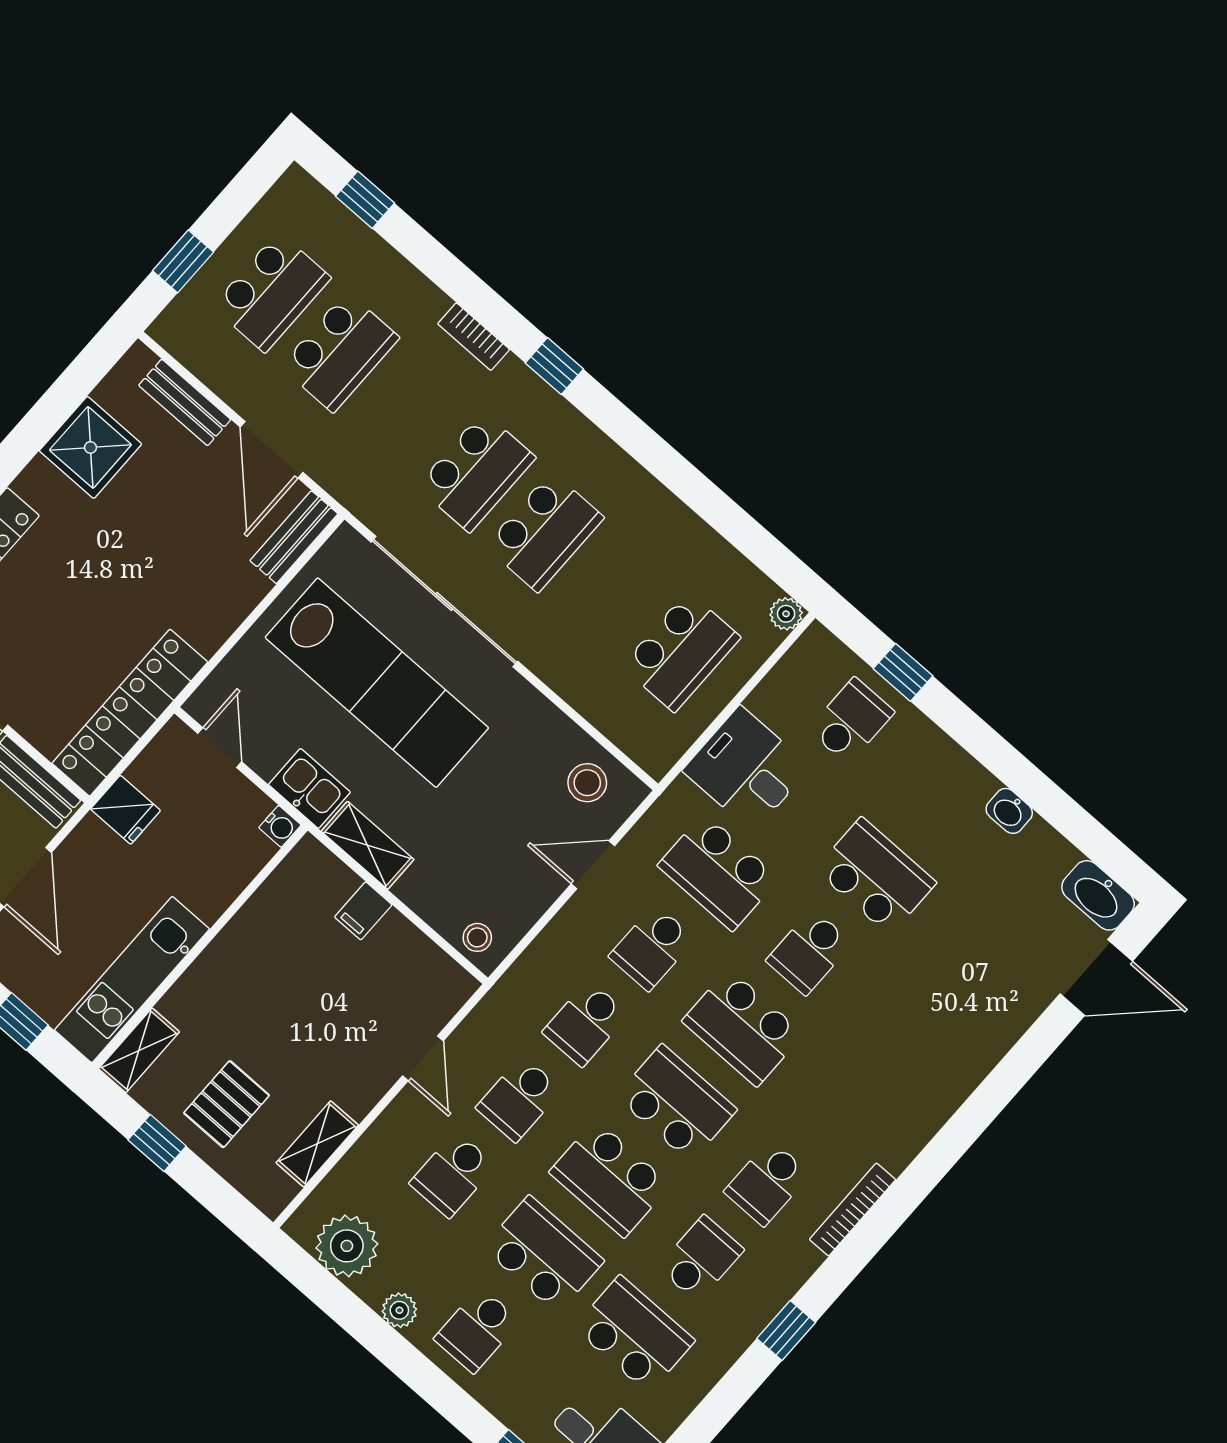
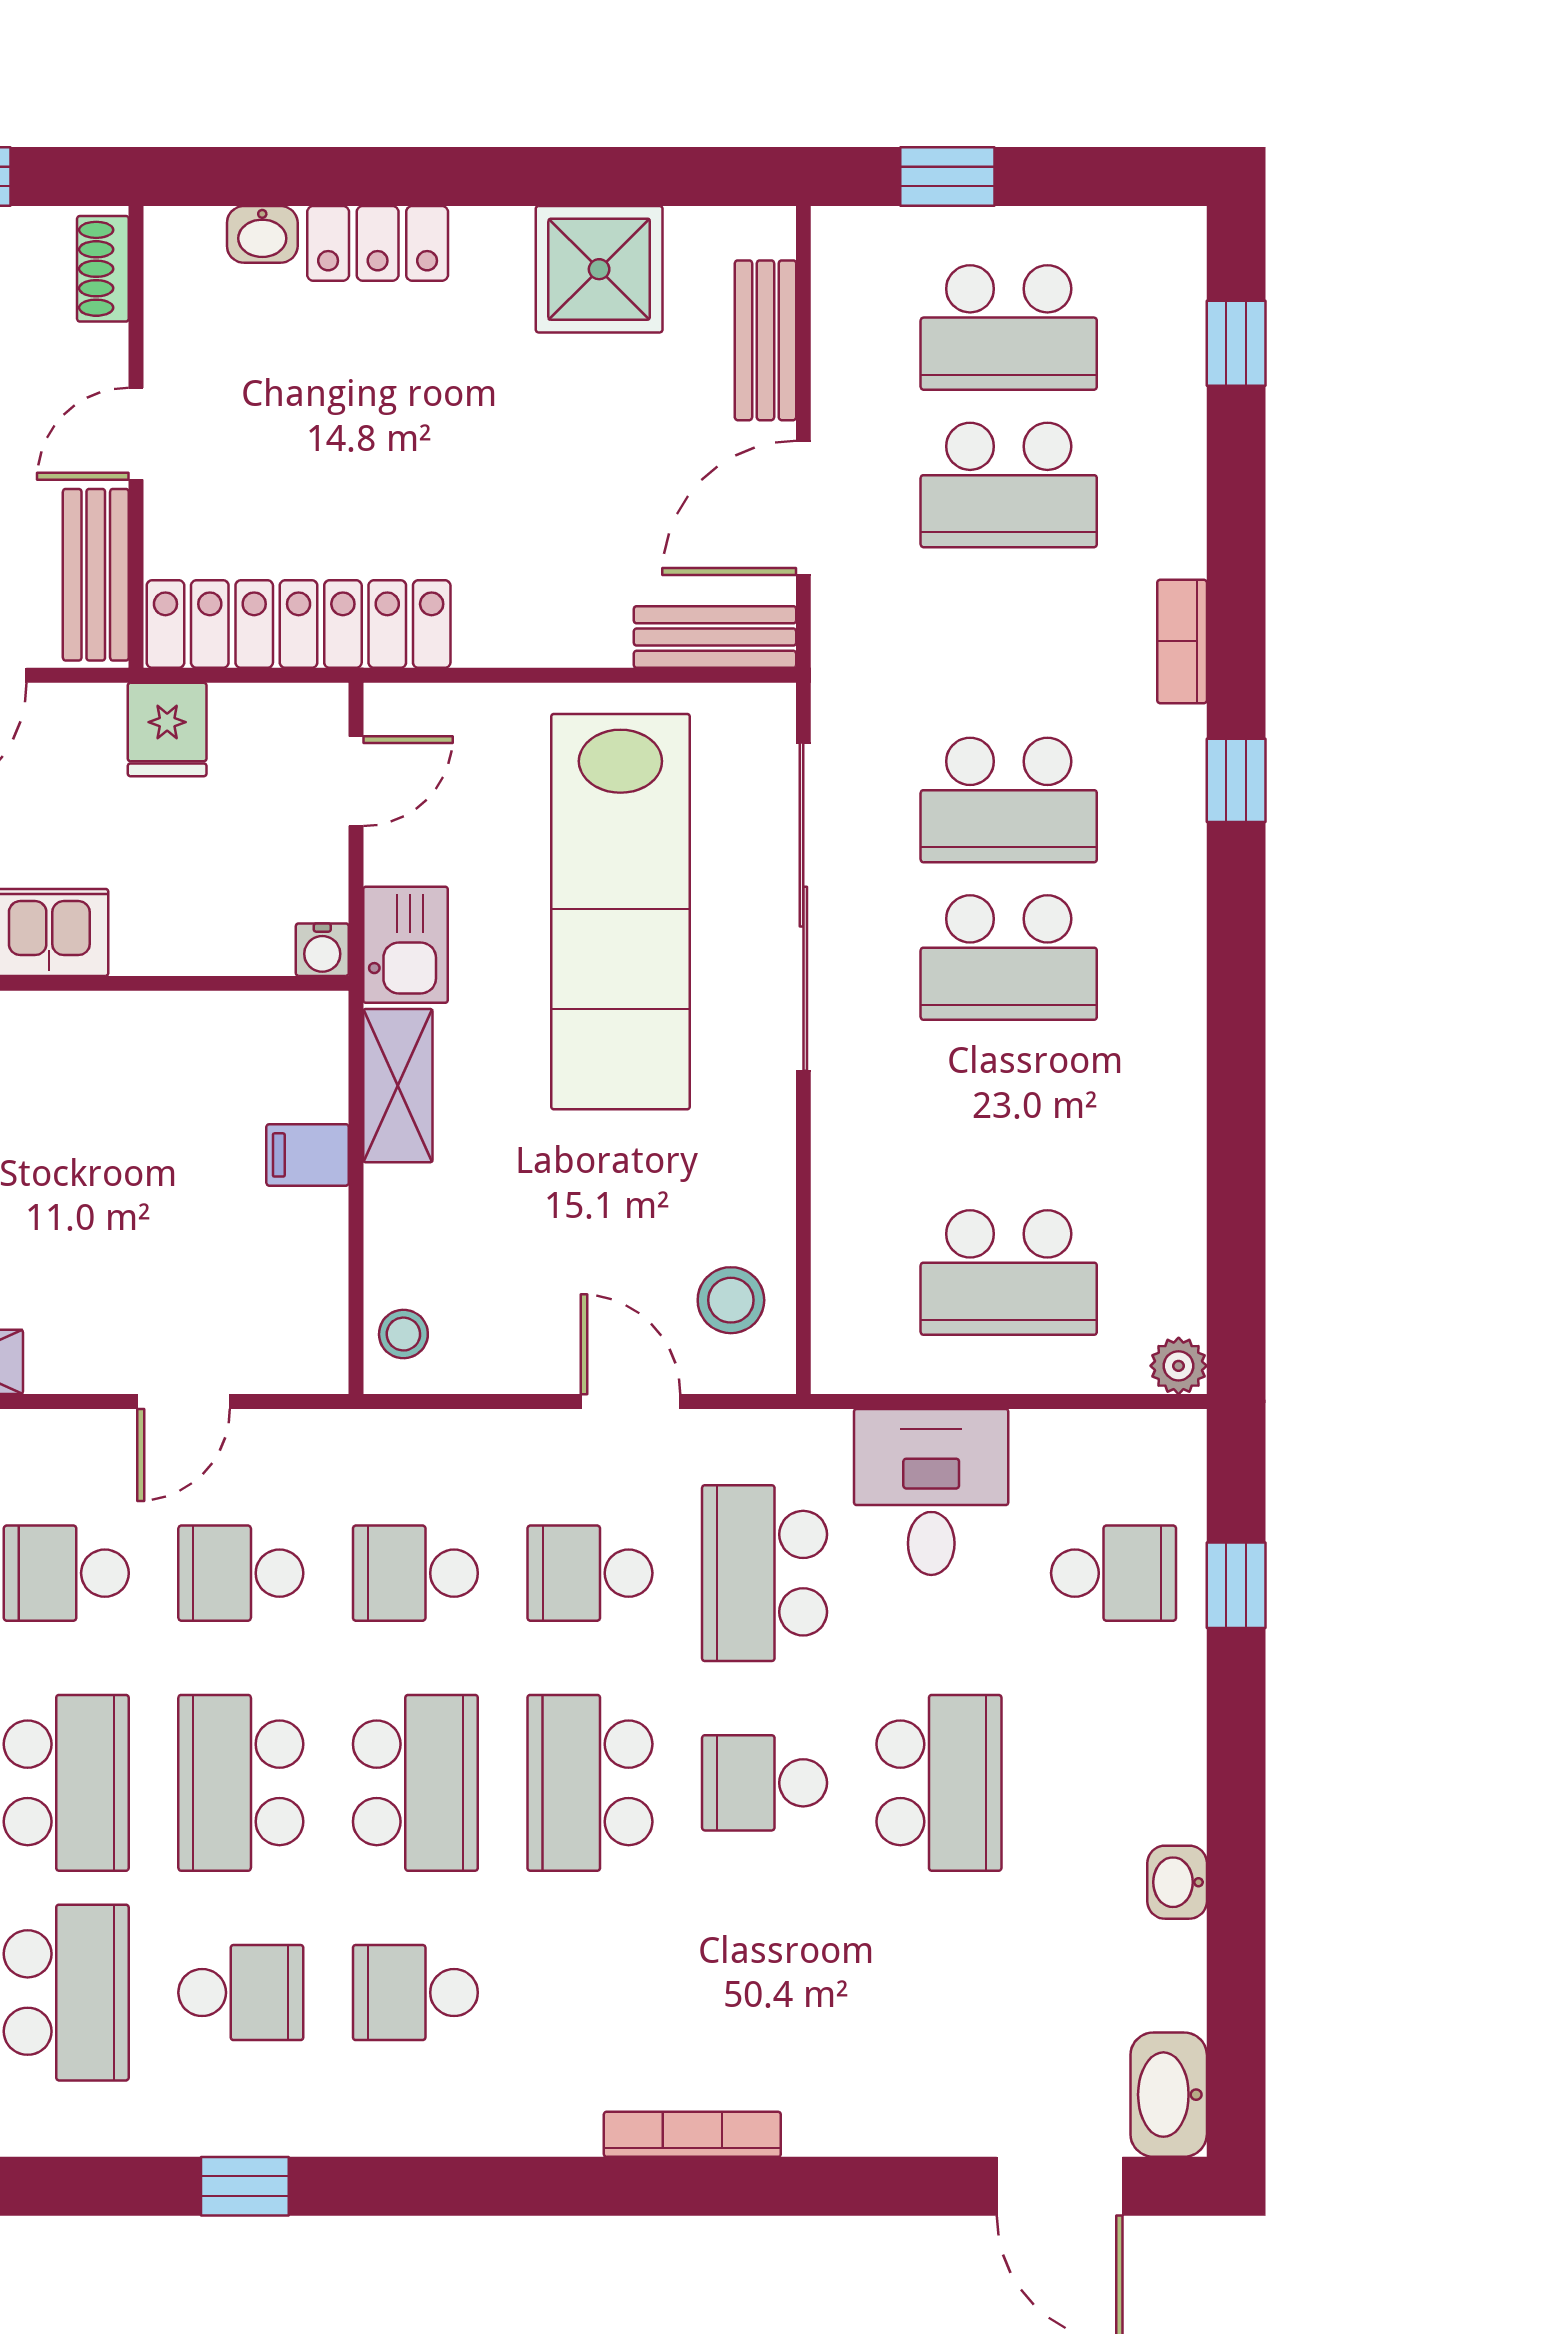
bookcase: (852, 1209) -> (692, 2134), moved

